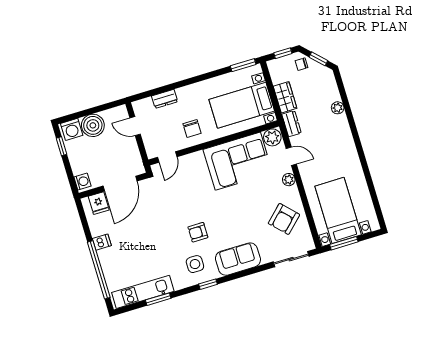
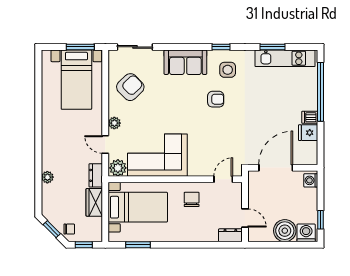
window: (243, 65) -> (138, 245), moved
dresser: (165, 99) -> (230, 235), moved
fridge: (99, 203) -> (308, 133), moved, turned -90

